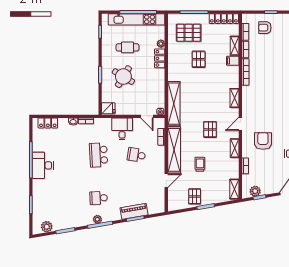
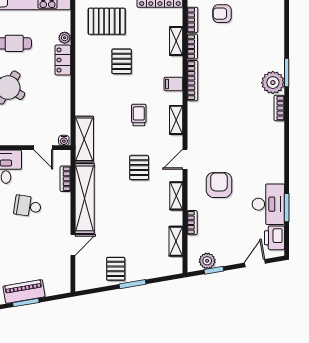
filing cabinet: (233, 61) -> (173, 84), moved
shelving: (174, 104) -> (84, 139), width x0.68
trolley: (200, 164) -> (139, 115), moved
shelving: (234, 189) -> (176, 241), moved

